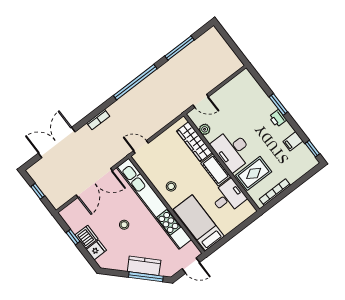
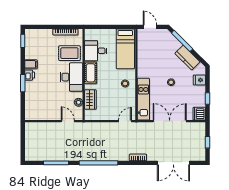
filing cabinet: (293, 141) -> (31, 64), moved
wardrobe: (194, 142) -> (90, 100), width x0.67
door: (141, 147) -> (125, 121), swing flipped
kitchen unit: (154, 204) -> (143, 99), width x0.54
dishwasher: (86, 237) -> (199, 114), moved
kitchen counter: (144, 266) -> (187, 58), moved

